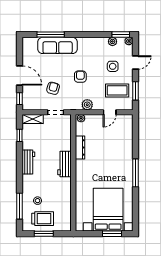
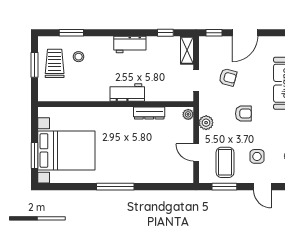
window: (20, 206) -> (71, 33), width x0.69
trolley: (43, 219) -> (55, 63), turned 180

